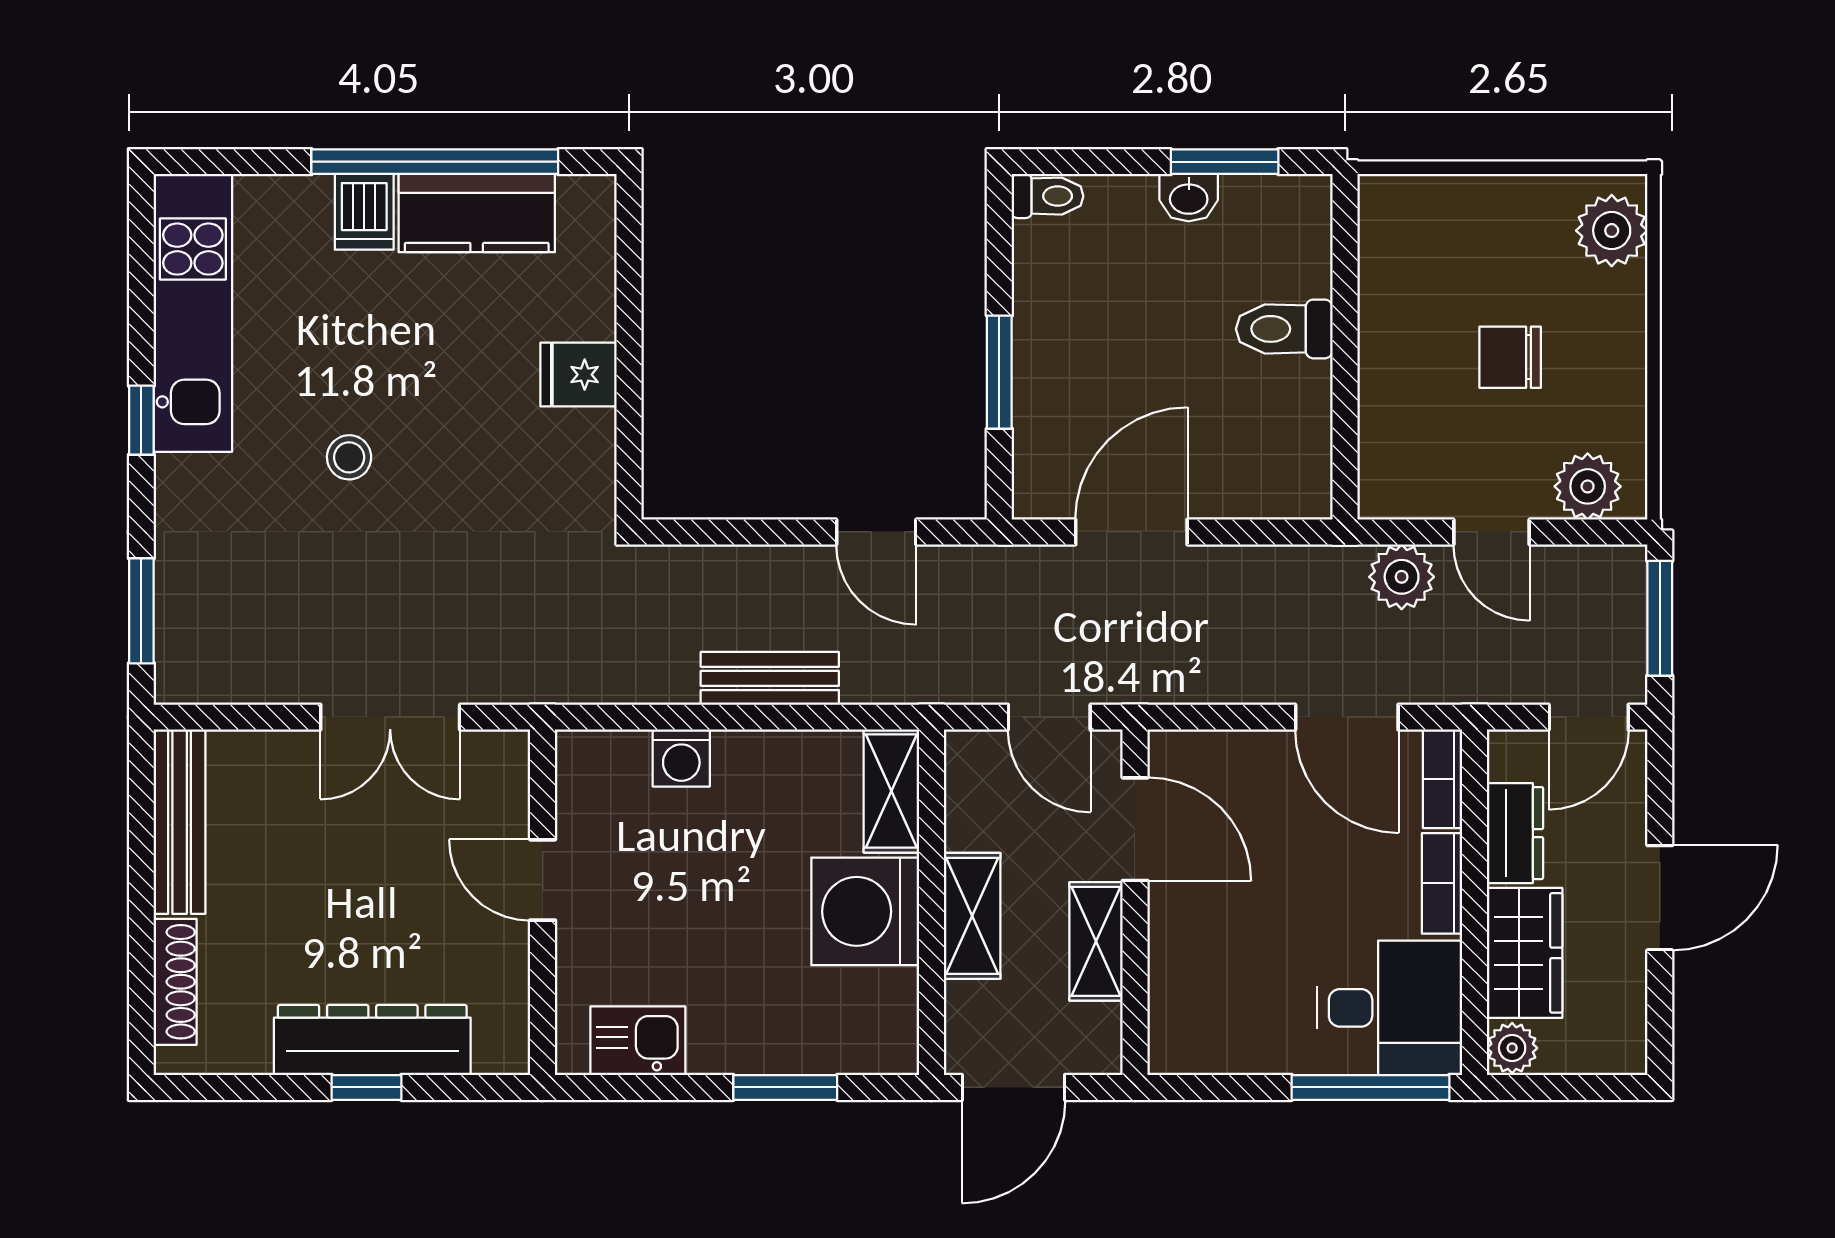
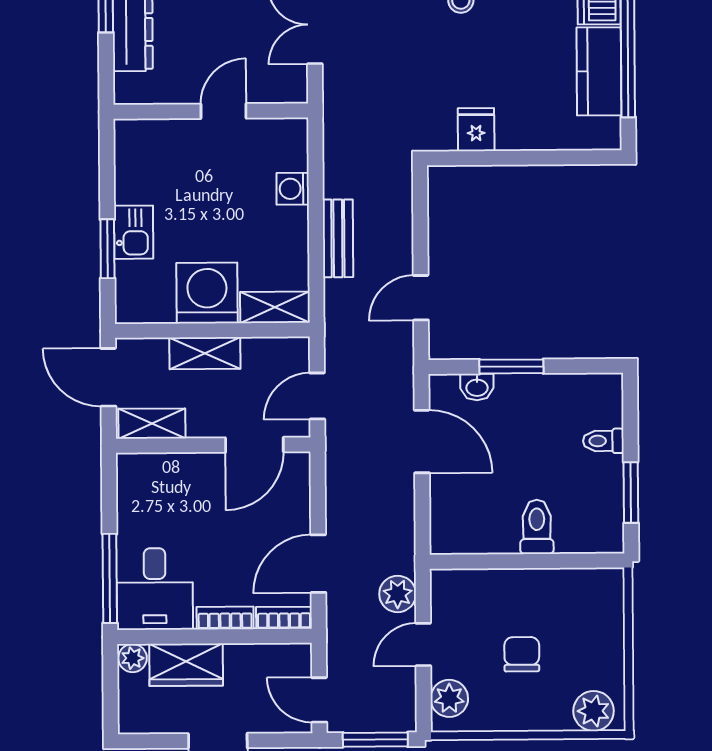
toilet: (1048, 196) -> (603, 441), moved, turned 90
washbasin: (1189, 198) -> (477, 387), moved, turned -90
fridge: (579, 375) -> (476, 130), moved
dresser: (1515, 833) -> (254, 659), removed
shelving: (1096, 941) -> (152, 424), moved
kitchen sink: (638, 1041) -> (134, 232), moved

